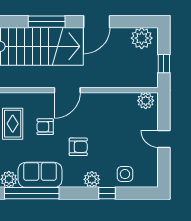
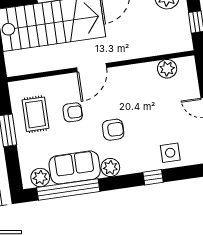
plant: (146, 101) -> (167, 69), moved
armchair: (45, 127) -> (73, 112), turned 180
plant: (92, 179) -> (110, 167), moved

